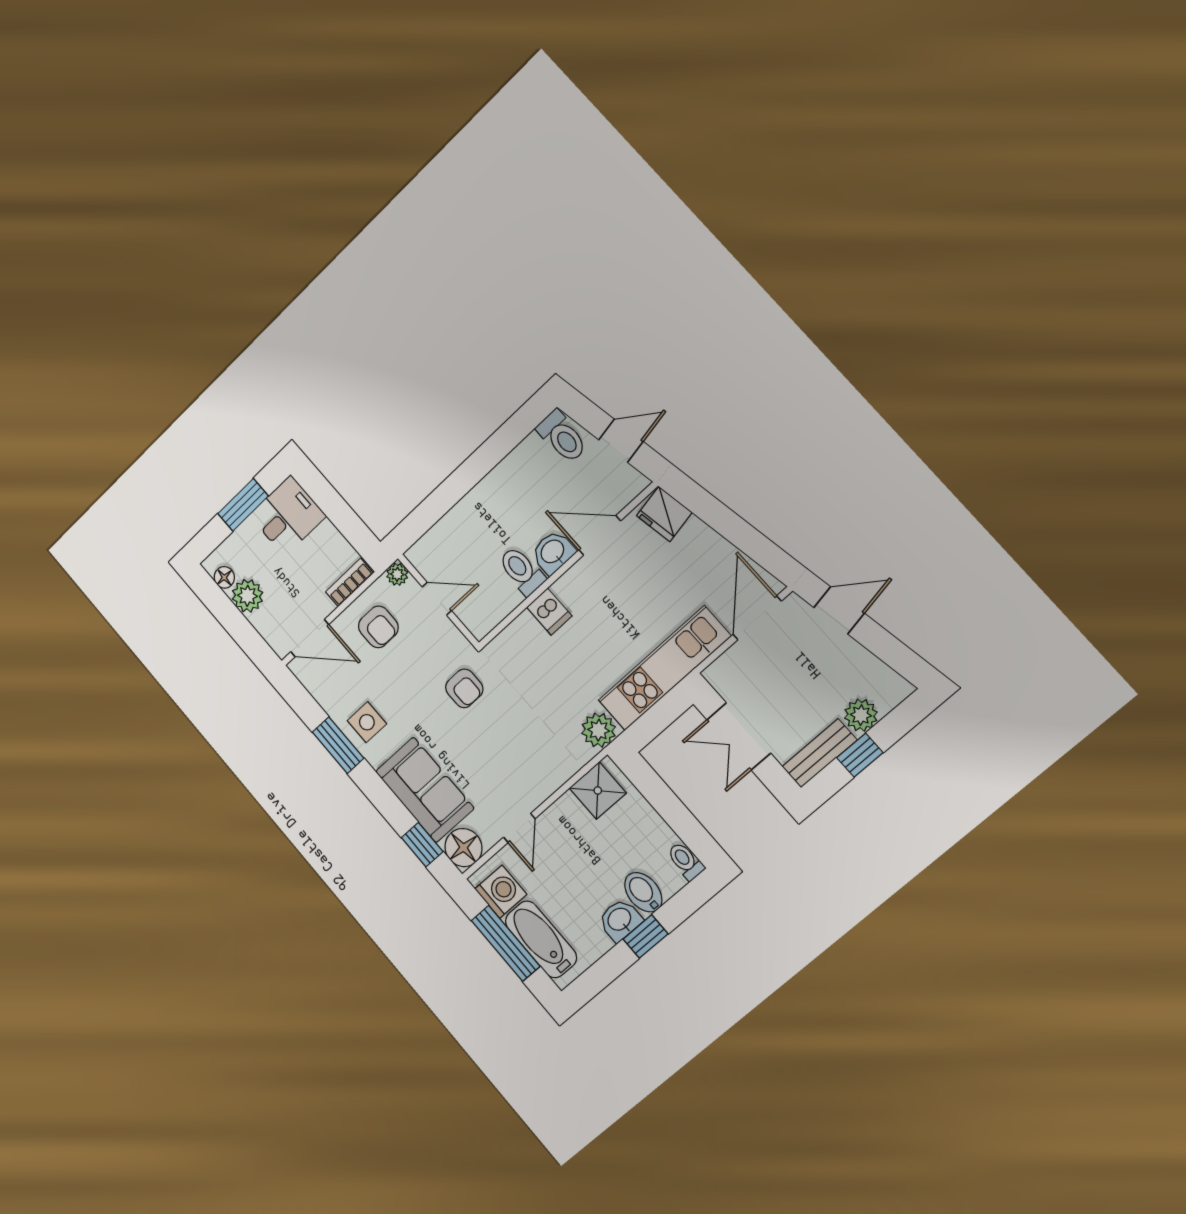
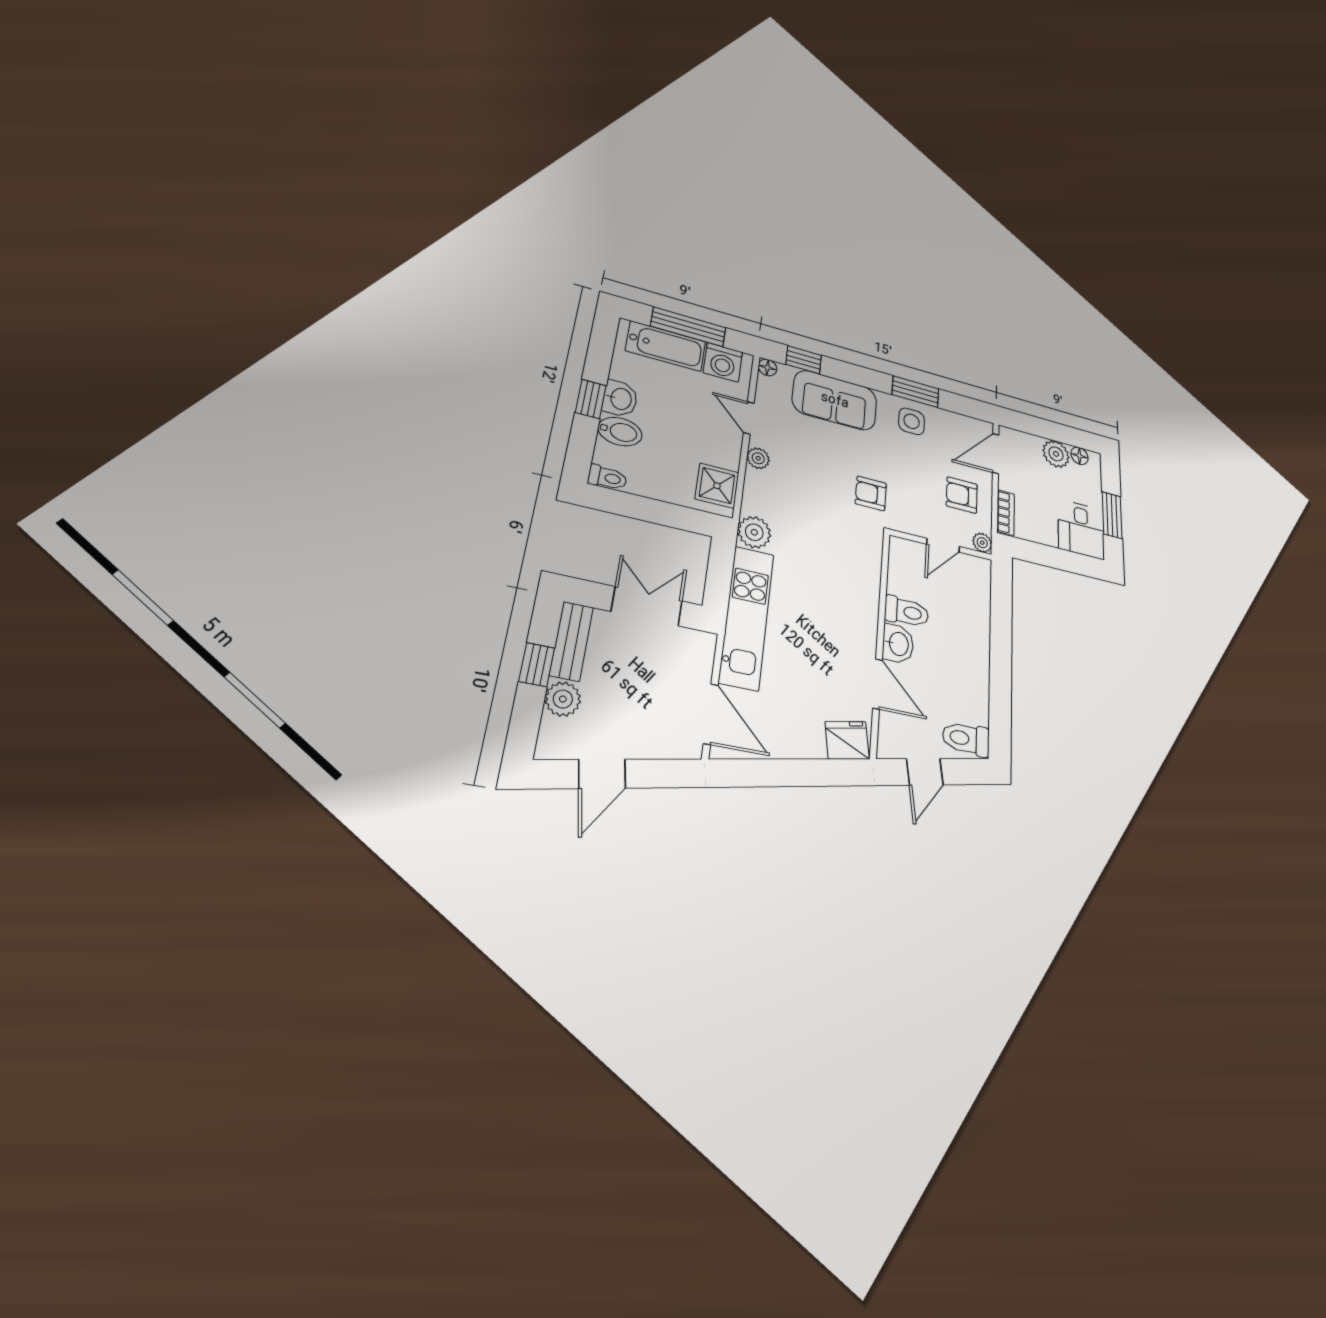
door: (600, 535) -> (878, 684), hinge flipped
door: (839, 610) -> (602, 774), moved
dishwasher: (549, 612) -> (863, 596), removed
plant: (541, 788) -> (758, 458), added
floor lamp: (463, 848) -> (767, 367), width x0.53, depth x0.53

